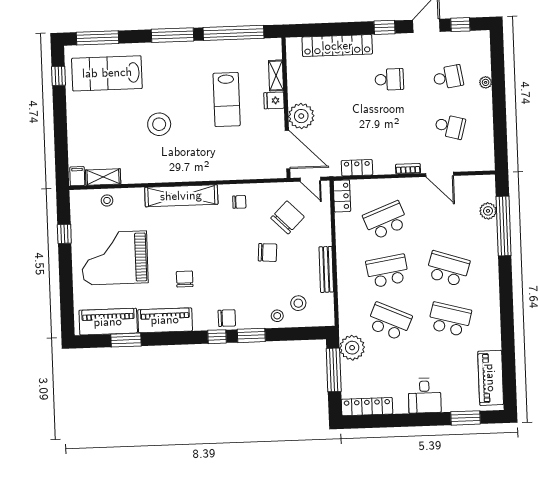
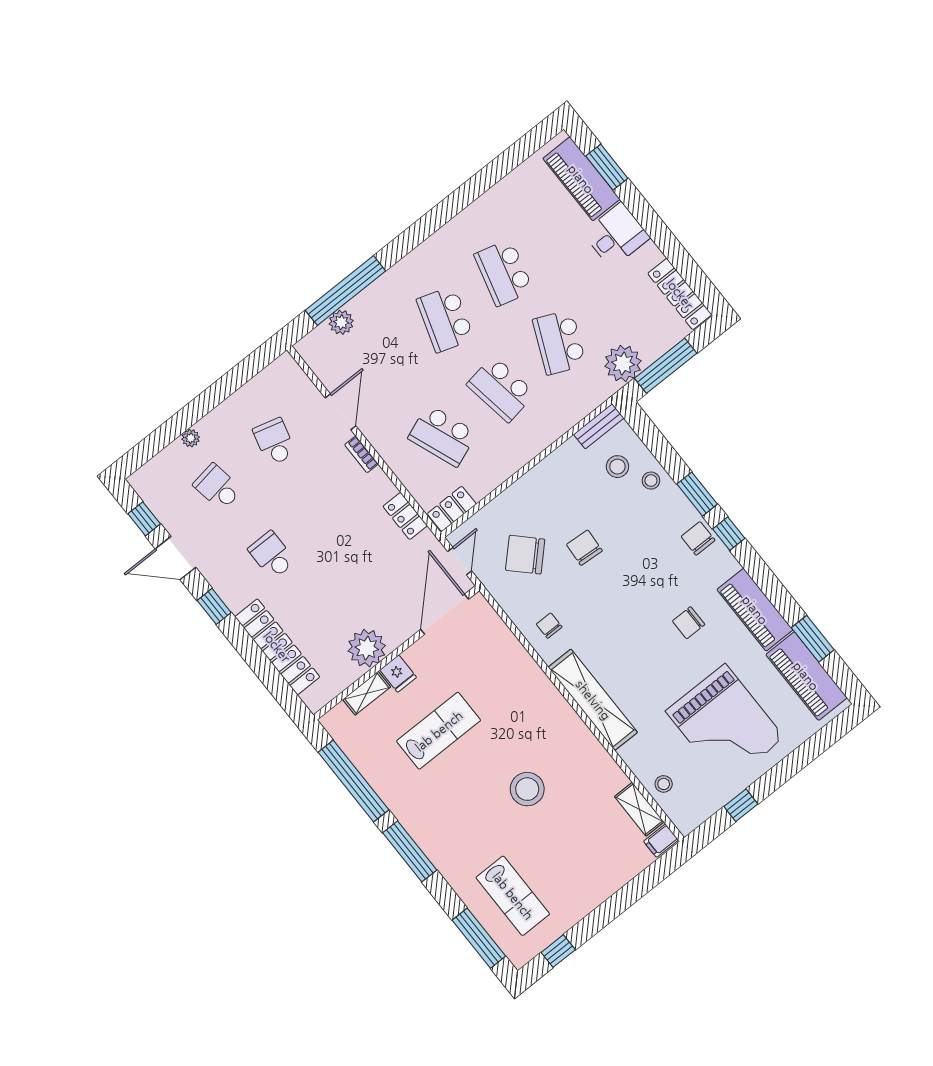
lab bench: (107, 73) -> (513, 896), width x0.73, depth x0.72
plant: (301, 116) -> (367, 648), moved
bench: (326, 269) -> (599, 426), moved, width x0.73
piano: (491, 378) -> (581, 179), moved, turned 90

